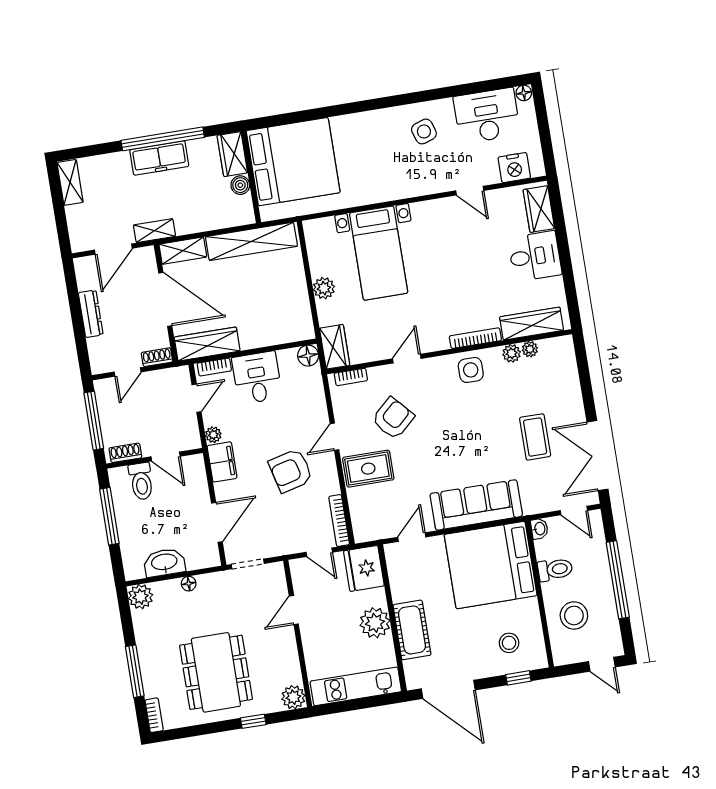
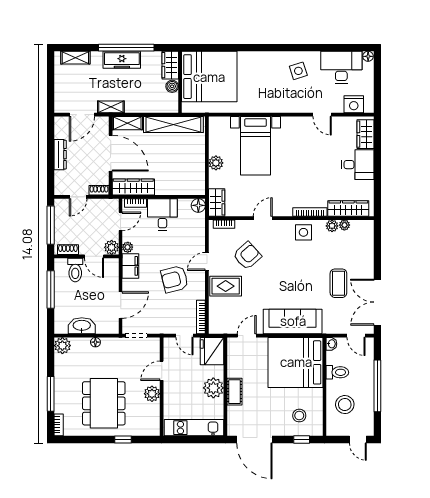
shelving: (70, 182) -> (75, 58), moved, turned 90
plant: (190, 439) -> (112, 247), added
cot: (412, 630) -> (234, 392), width x0.73, depth x0.75
plant: (293, 697) -> (152, 394), moved

